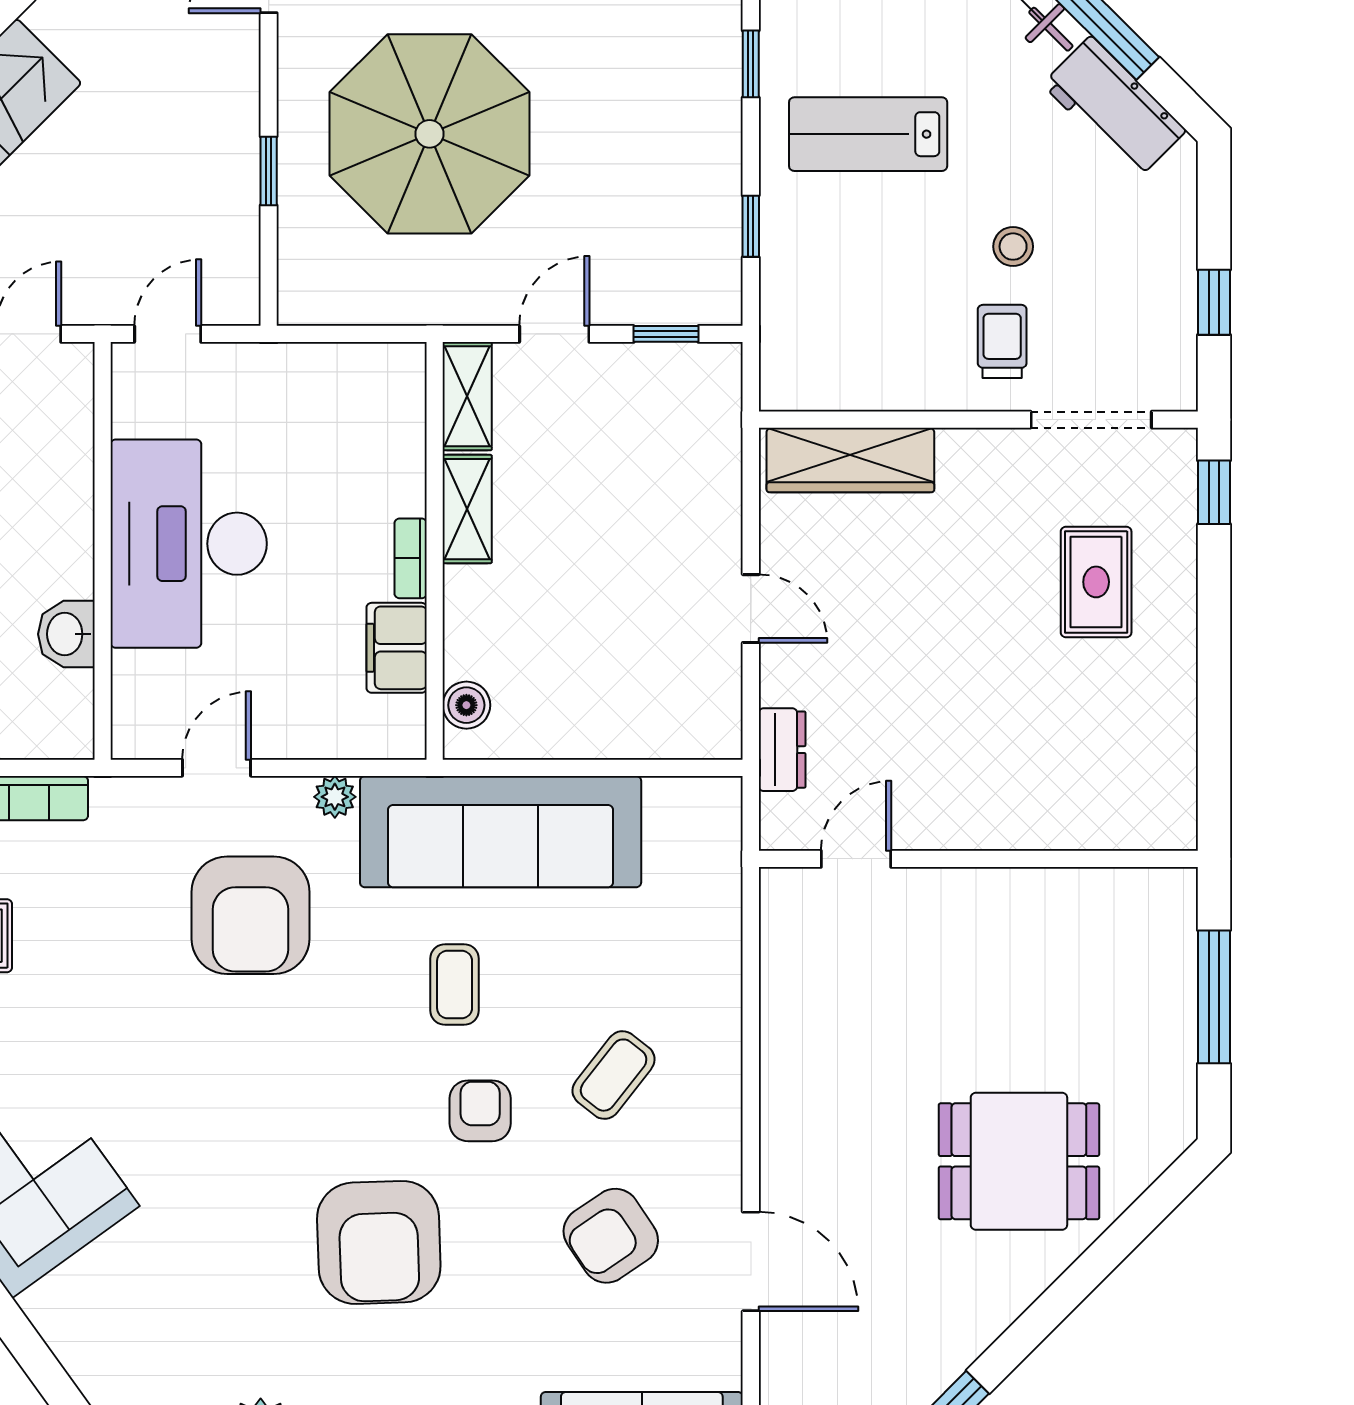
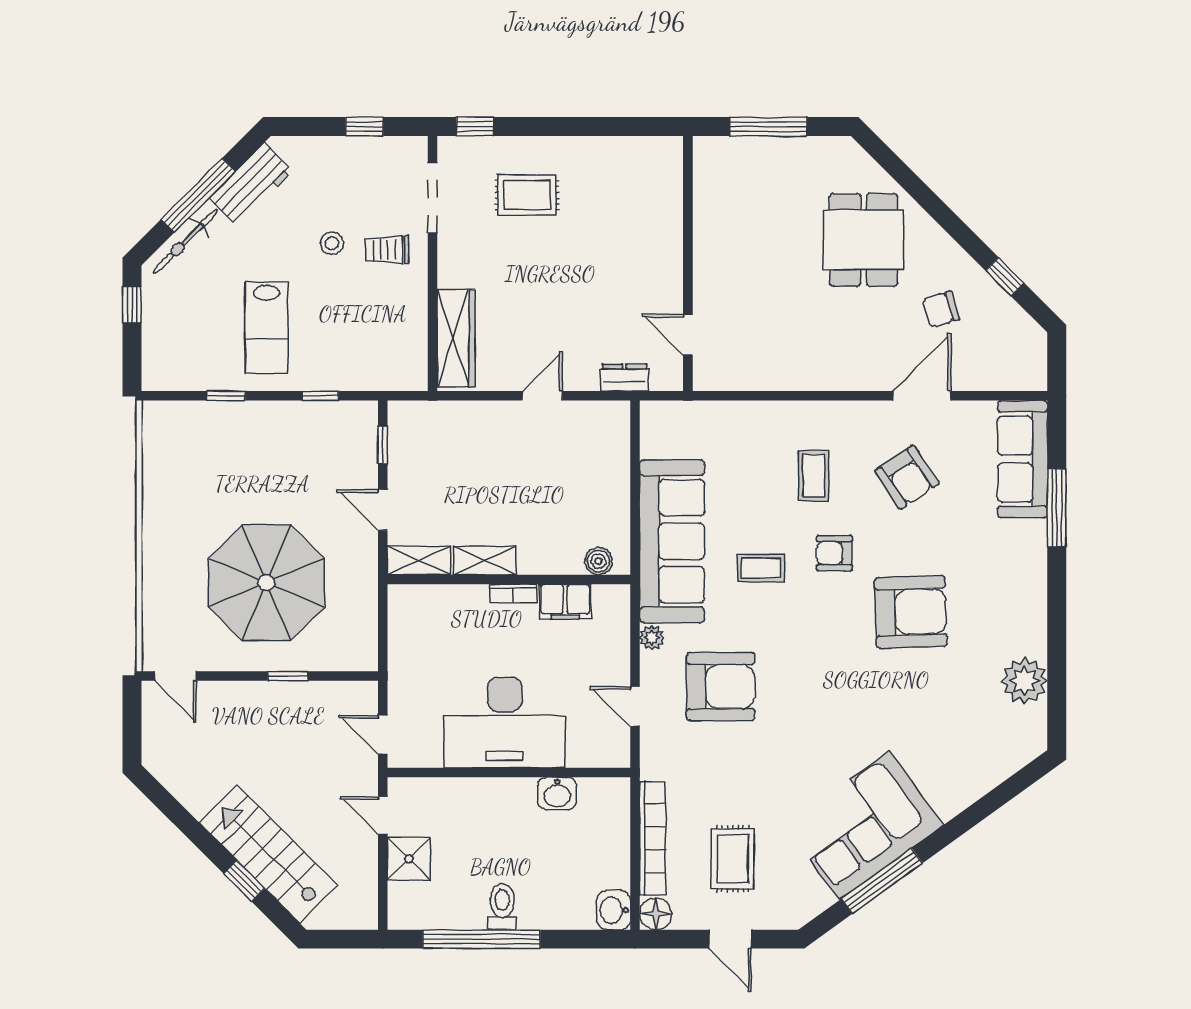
coffee table: (614, 1075) -> (814, 476), turned 52
chair: (899, 1294) -> (941, 309), added

